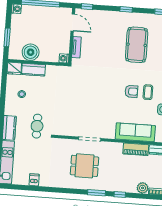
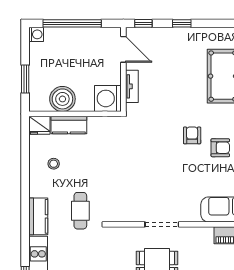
window: (126, 9) -> (182, 23), moved
washing machine: (64, 58) -> (108, 98), width x1.89, depth x1.89
armchair: (114, 82) -> (192, 135), added

